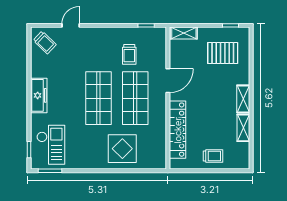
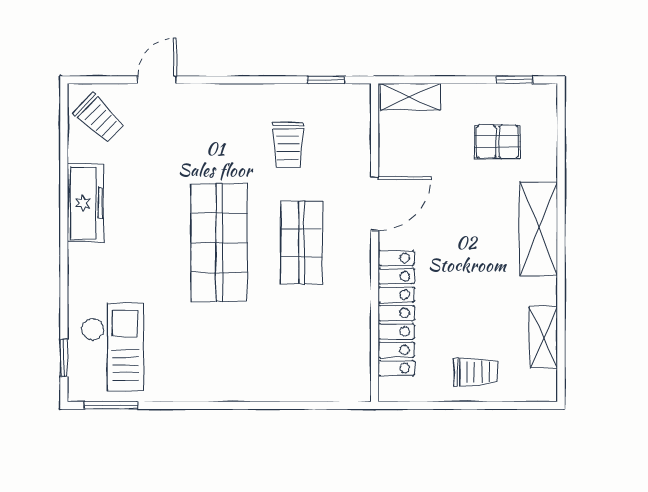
pallet: (223, 53) -> (497, 142), width x0.67, depth x0.71
freezer: (39, 95) -> (85, 203), moved
shop shelf: (135, 98) -> (302, 243), width x0.70, depth x0.74
shelving: (243, 99) -> (539, 229), width x1.50, depth x1.33
shelving: (243, 128) -> (543, 337), moved
display table: (122, 149) -> (272, 356), removed

